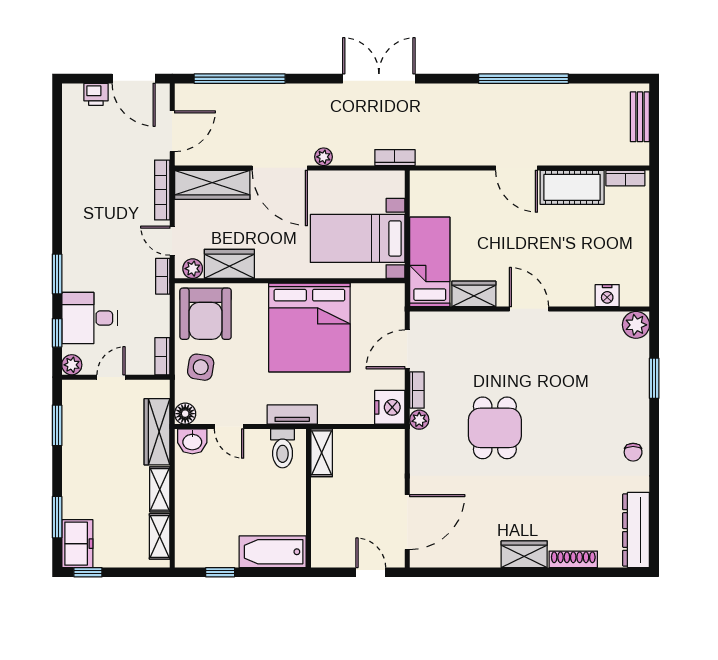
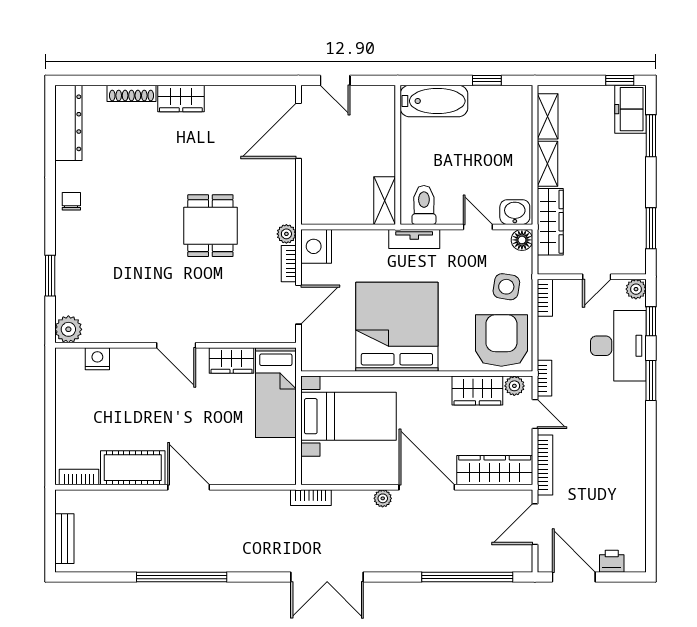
desk: (89, 318) -> (618, 346), width x1.37

